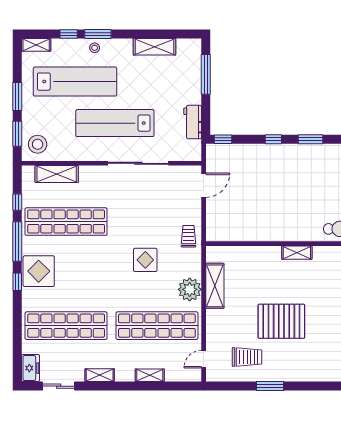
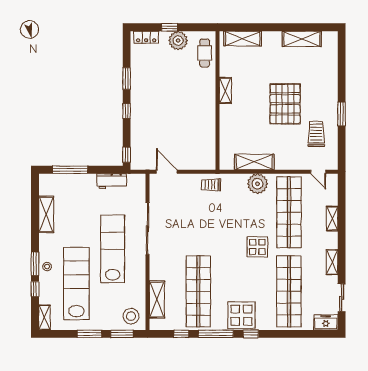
lab bench: (115, 123) -> (113, 249), turned 180
display table: (145, 260) -> (257, 247), moved

